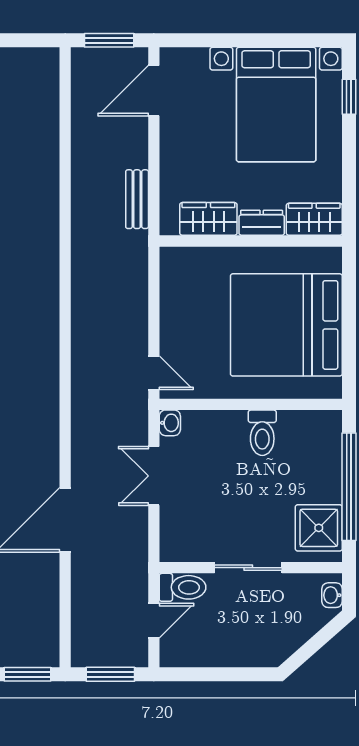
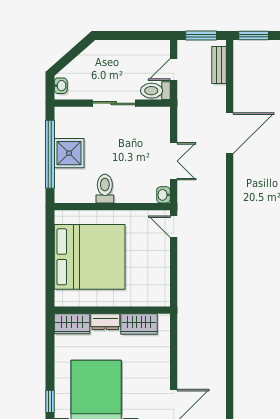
bench: (137, 199) -> (219, 65), moved
shower: (319, 528) -> (69, 153), moved

